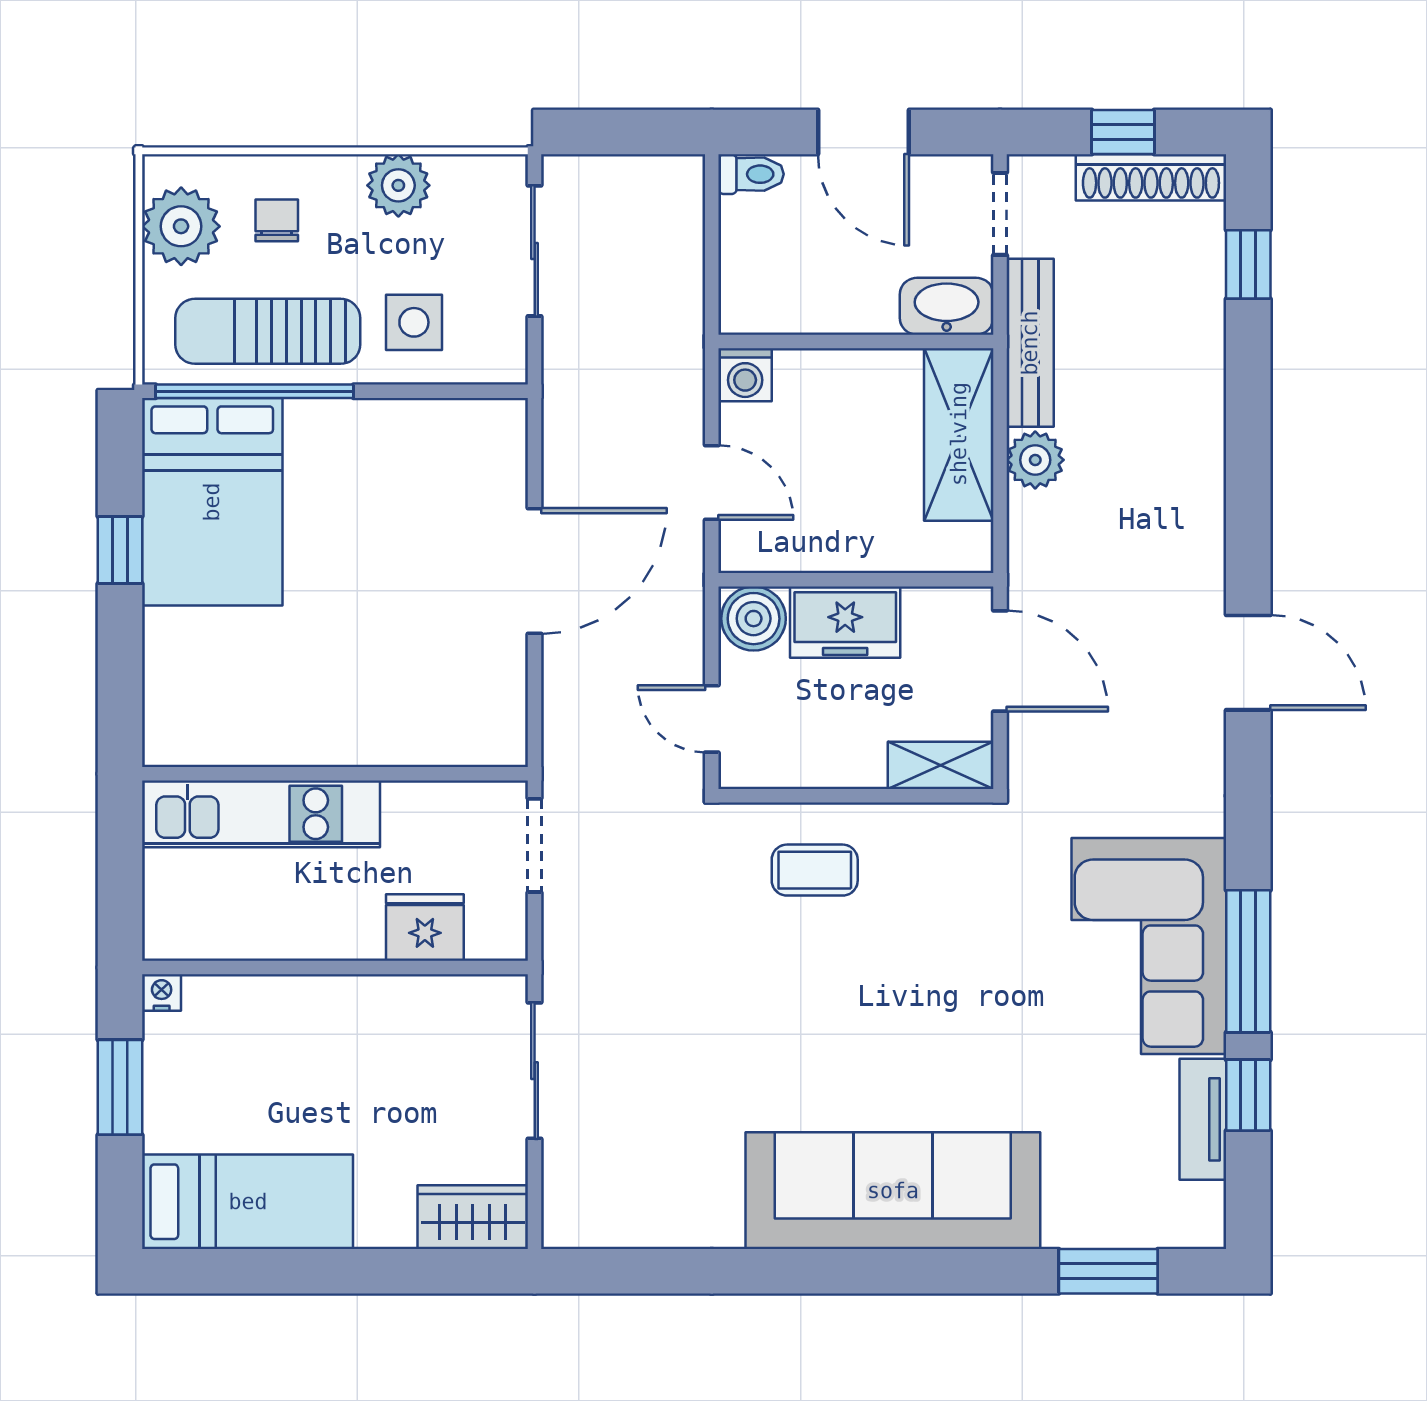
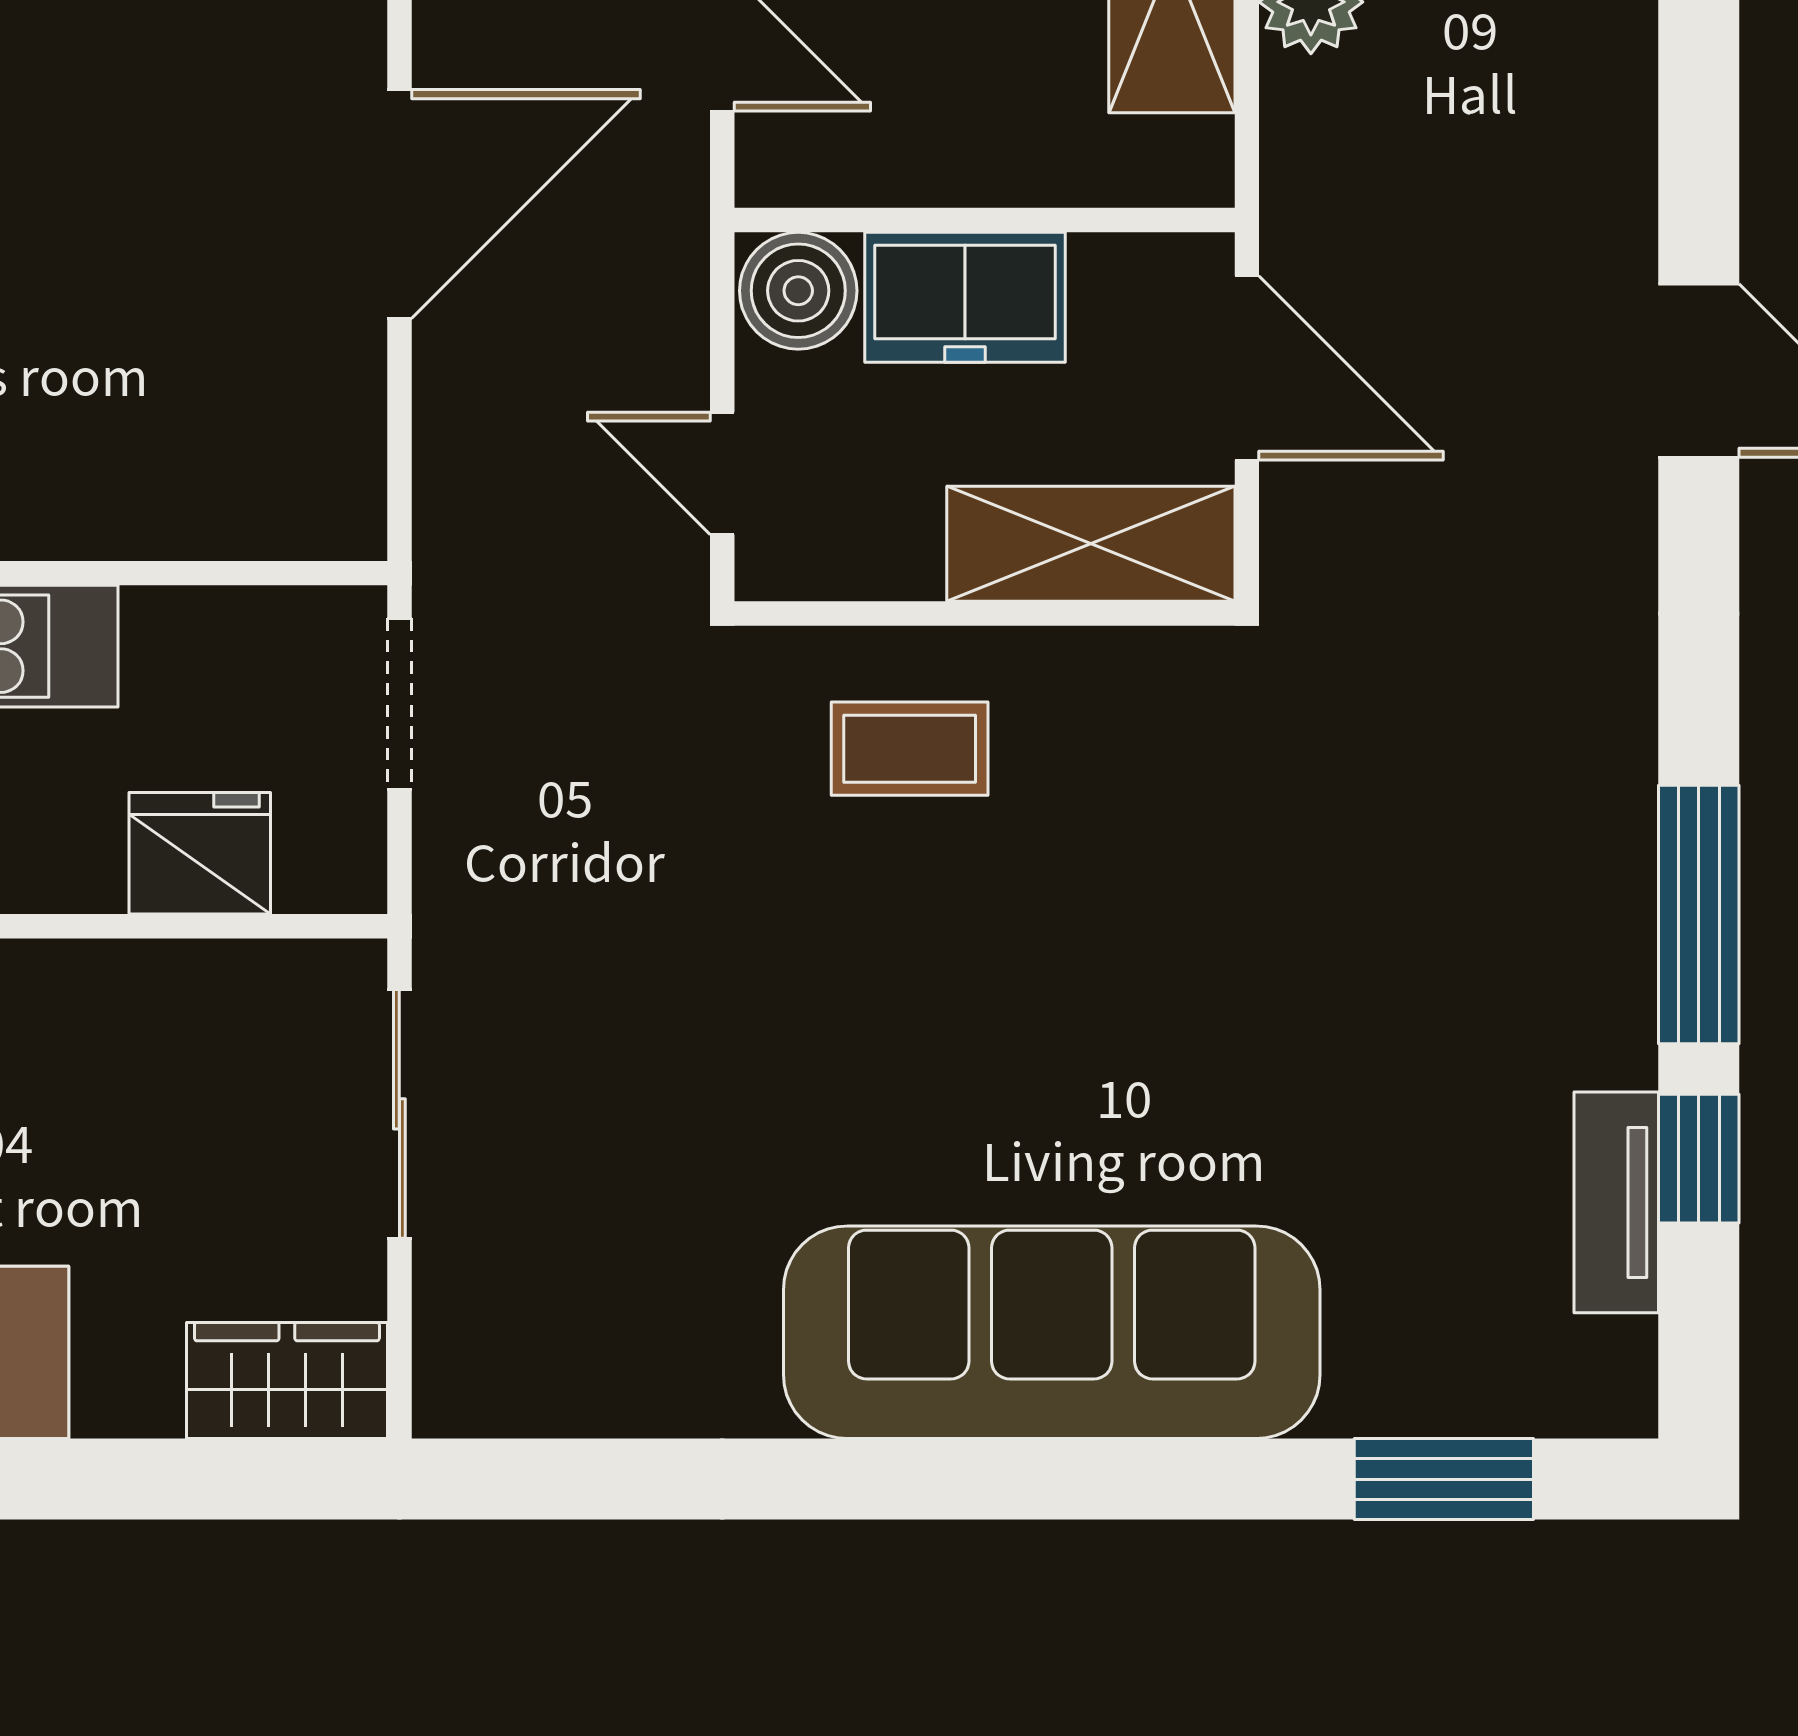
shelving: (941, 765) -> (1091, 544), width x1.50, depth x1.33
corner sofa: (1149, 946) -> (1518, 887), removed

